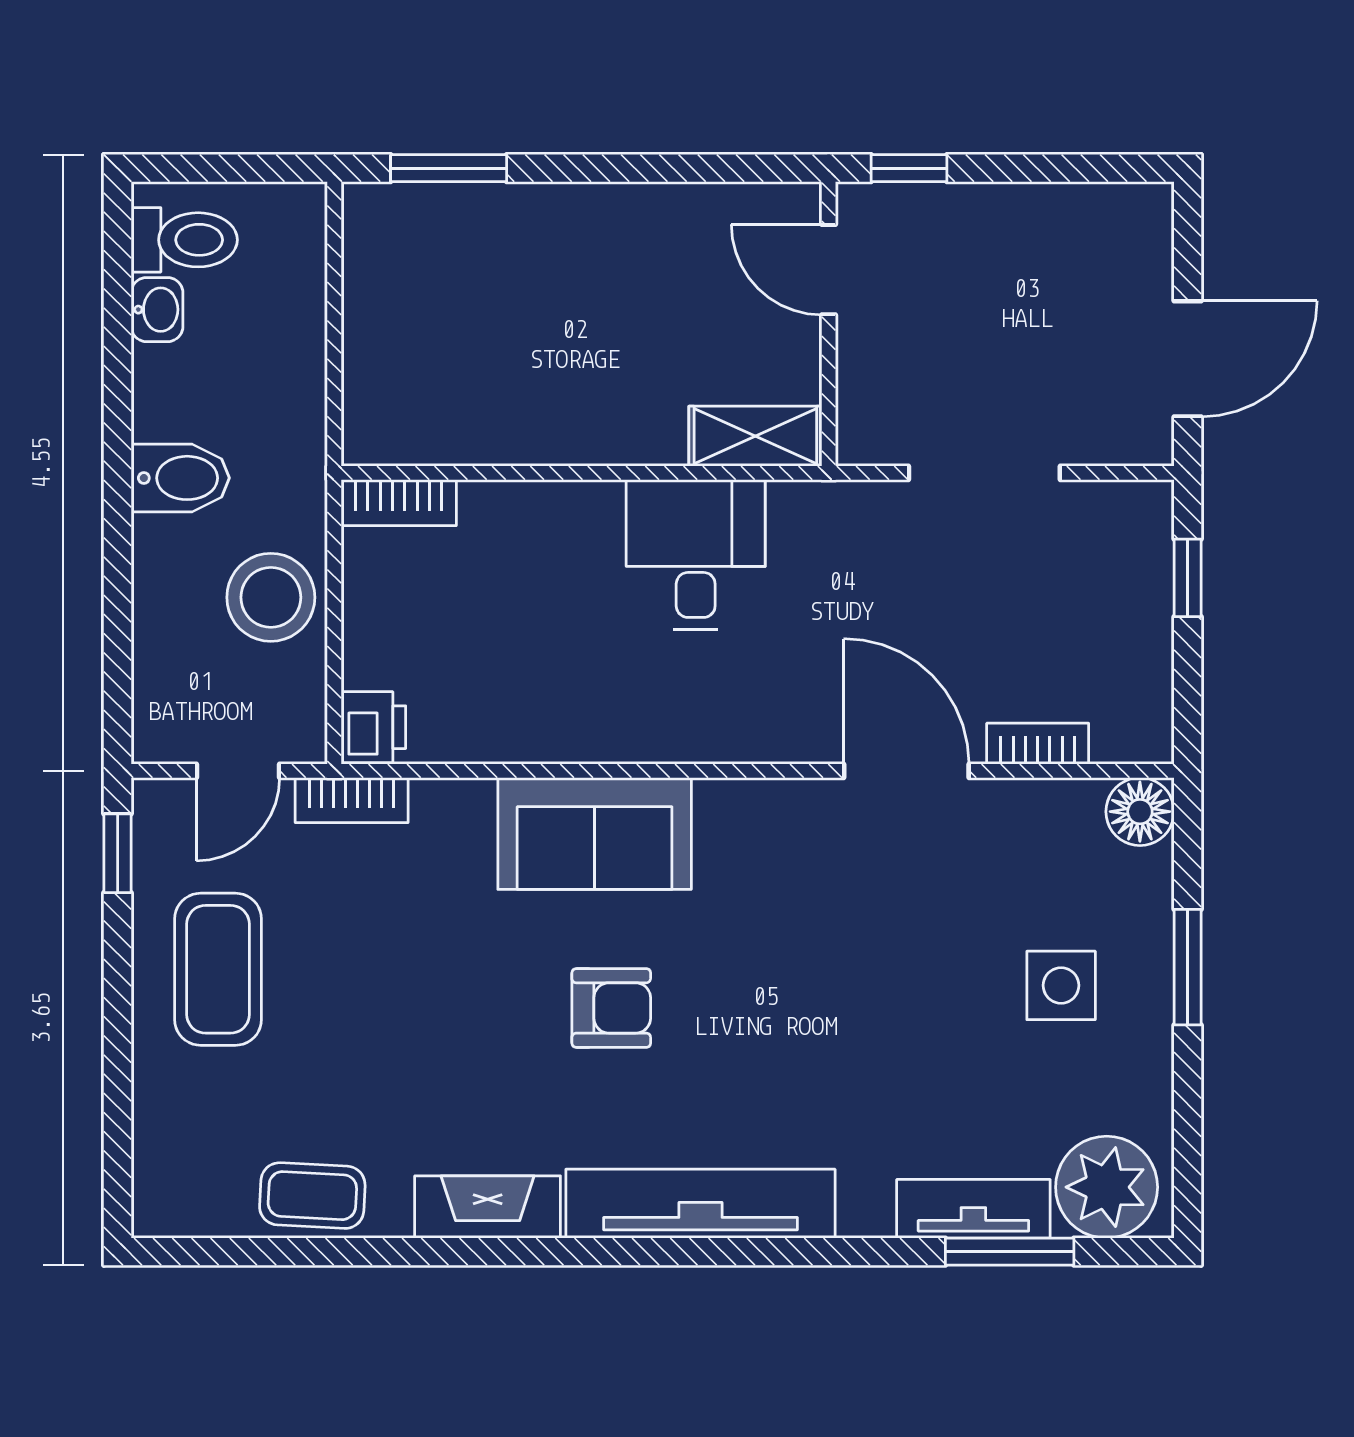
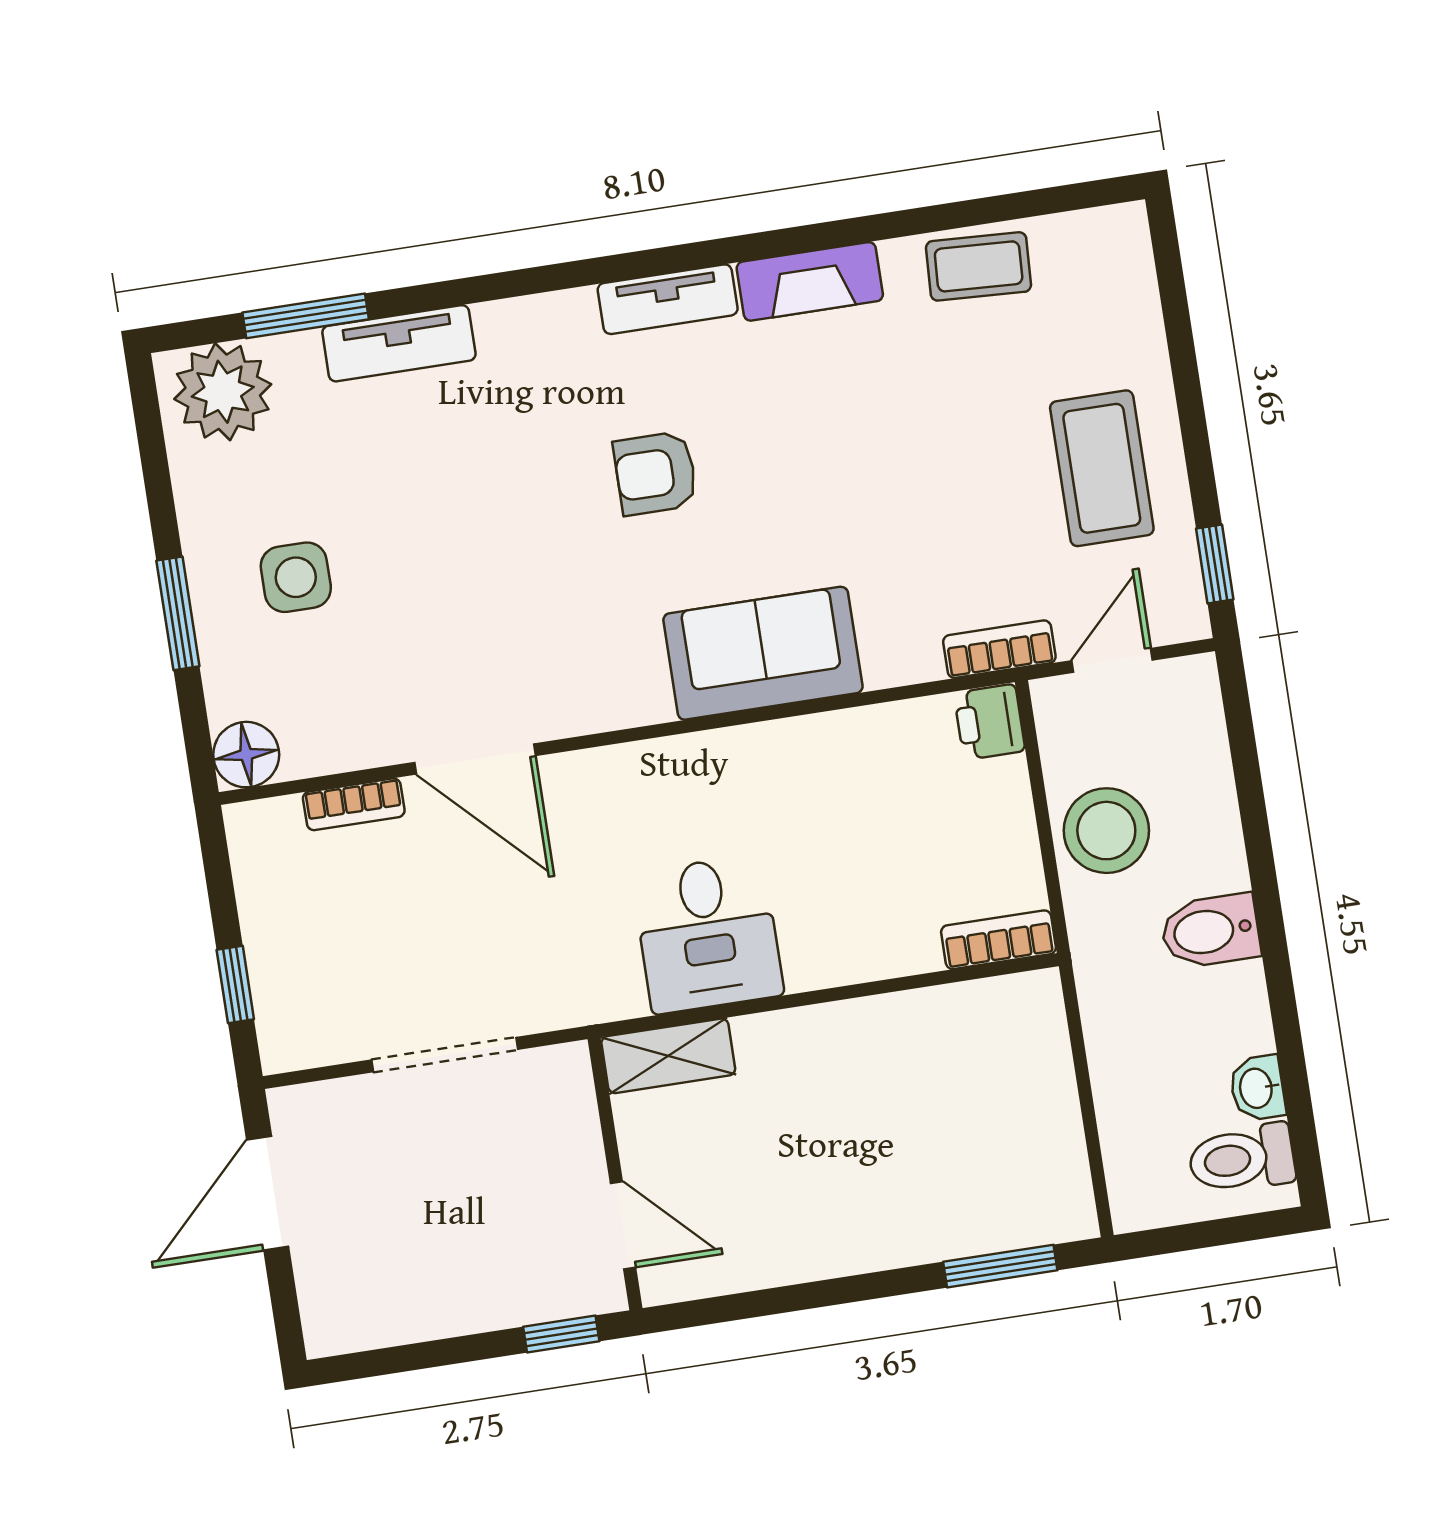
armchair: (611, 1008) -> (655, 473), moved
tv unit: (700, 1204) -> (668, 299), width x0.52, depth x0.78
tv unit: (973, 1209) -> (399, 343), moved

